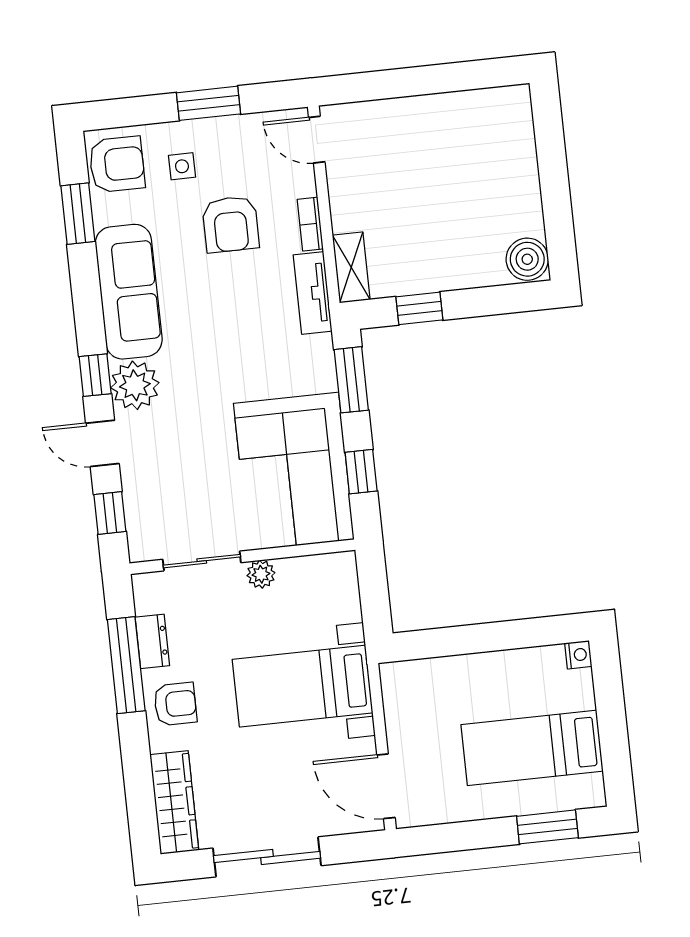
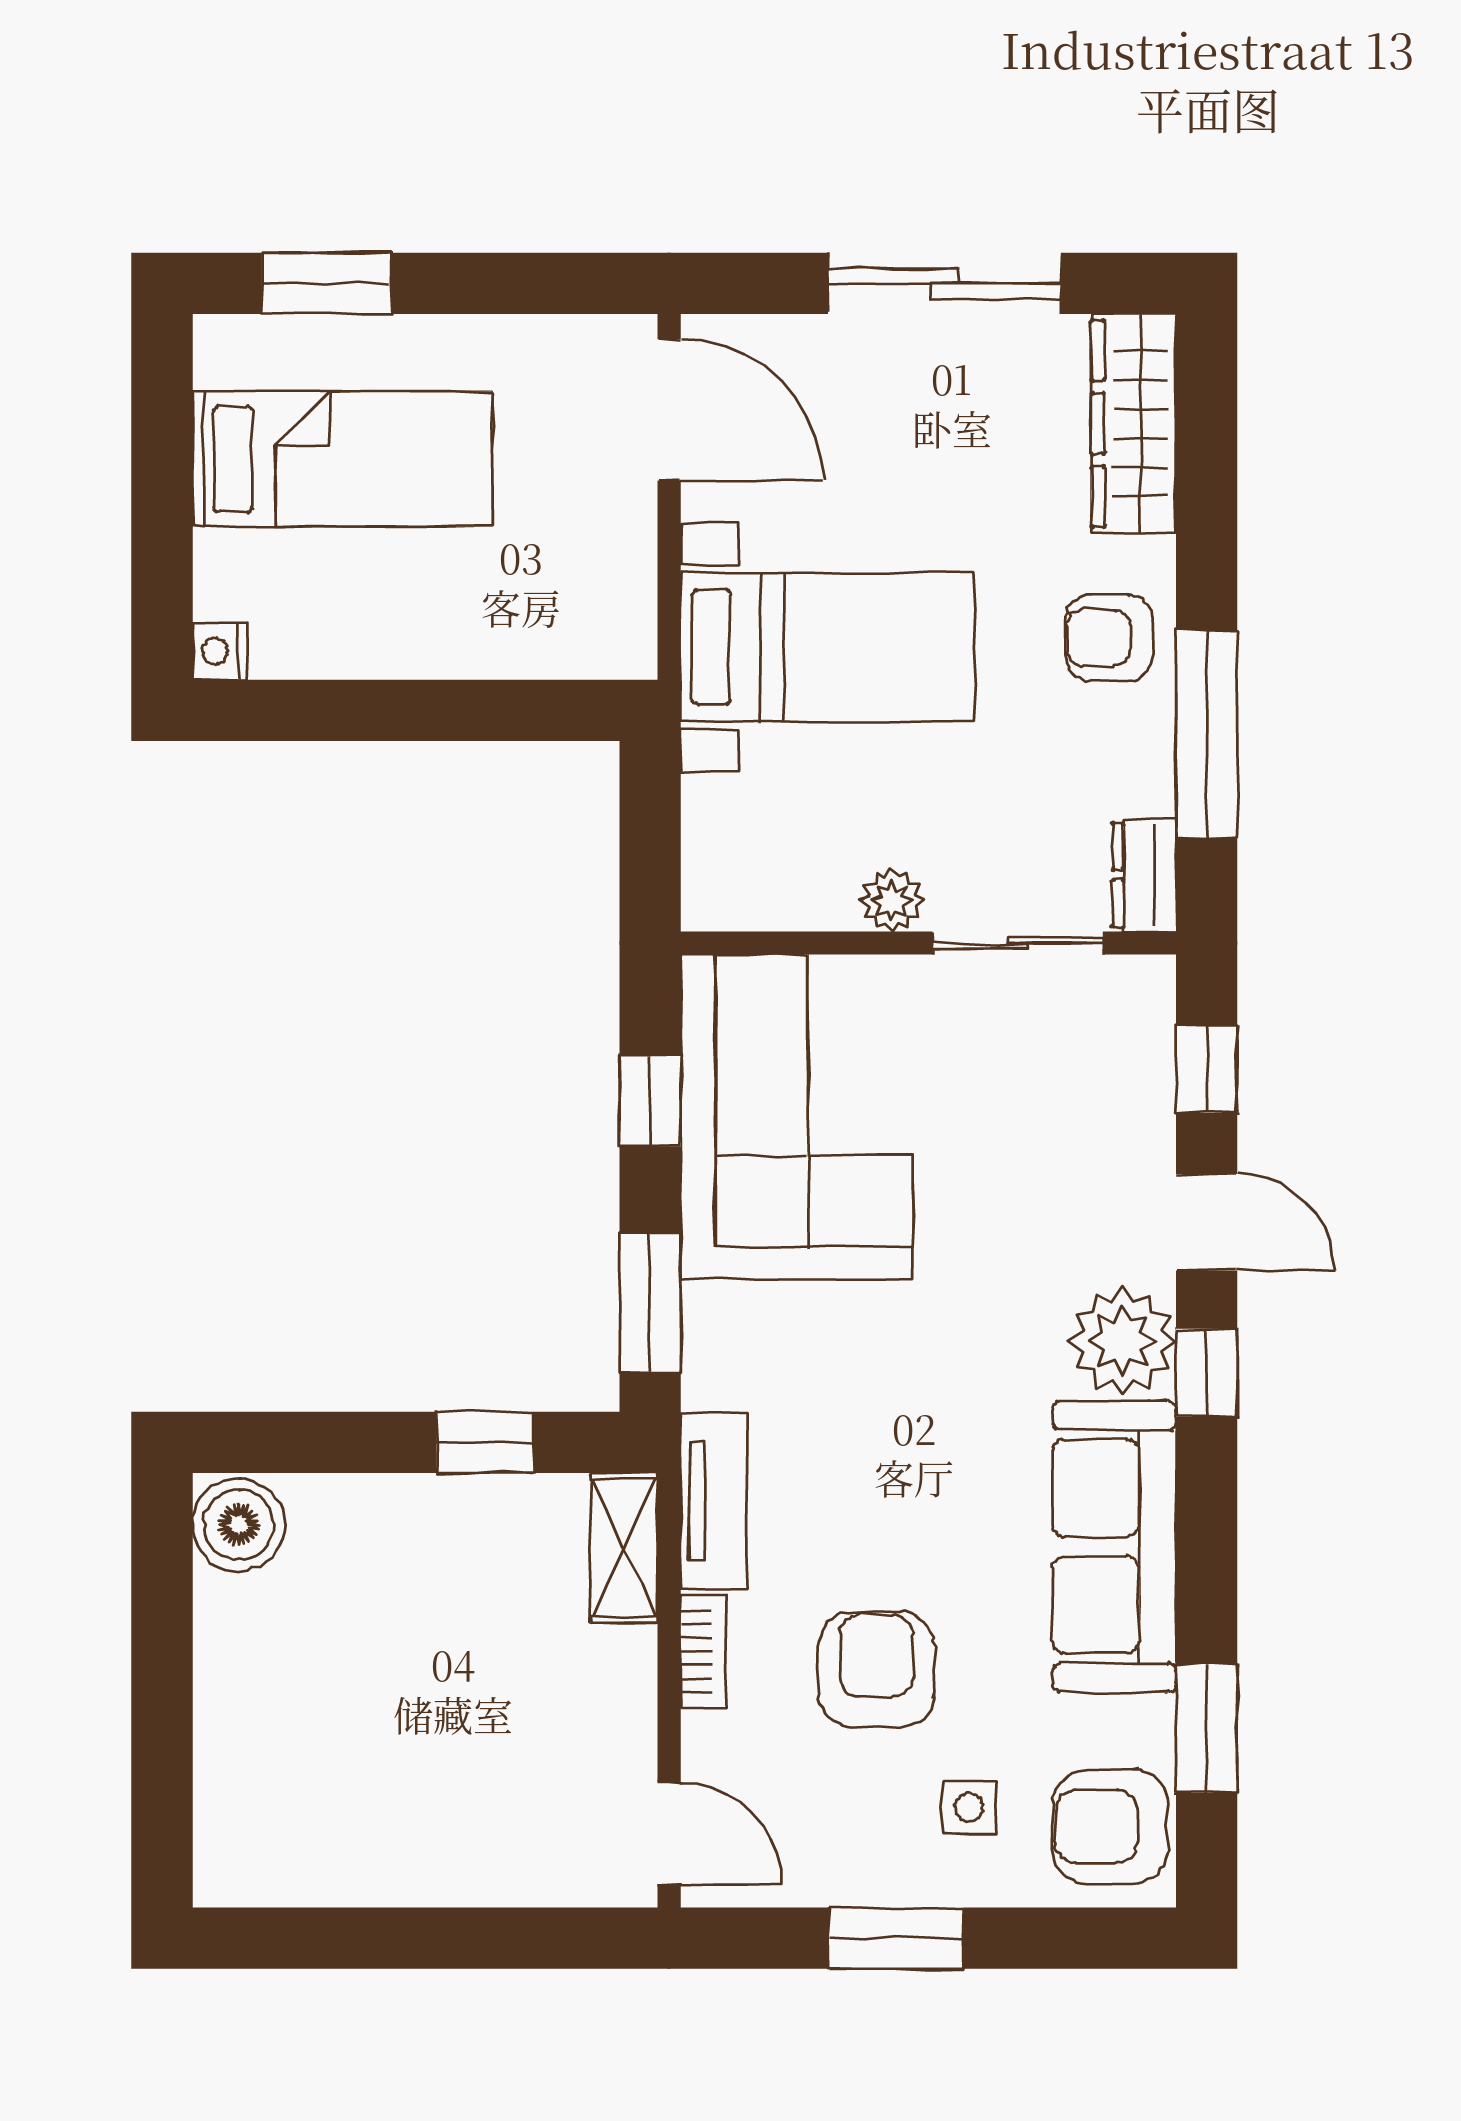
dresser: (152, 641) -> (1144, 875), moved

